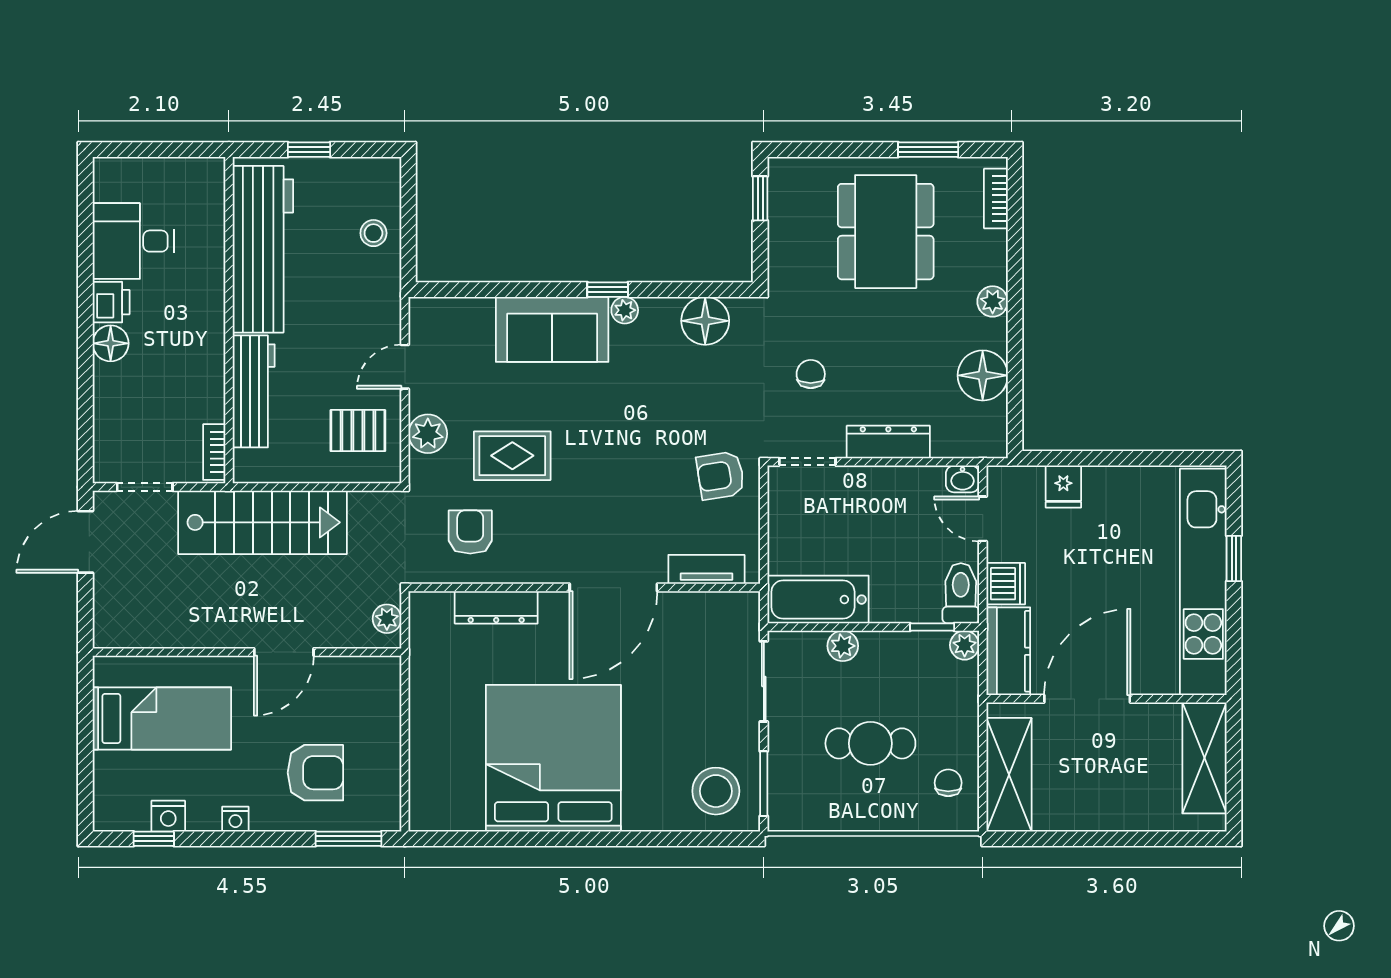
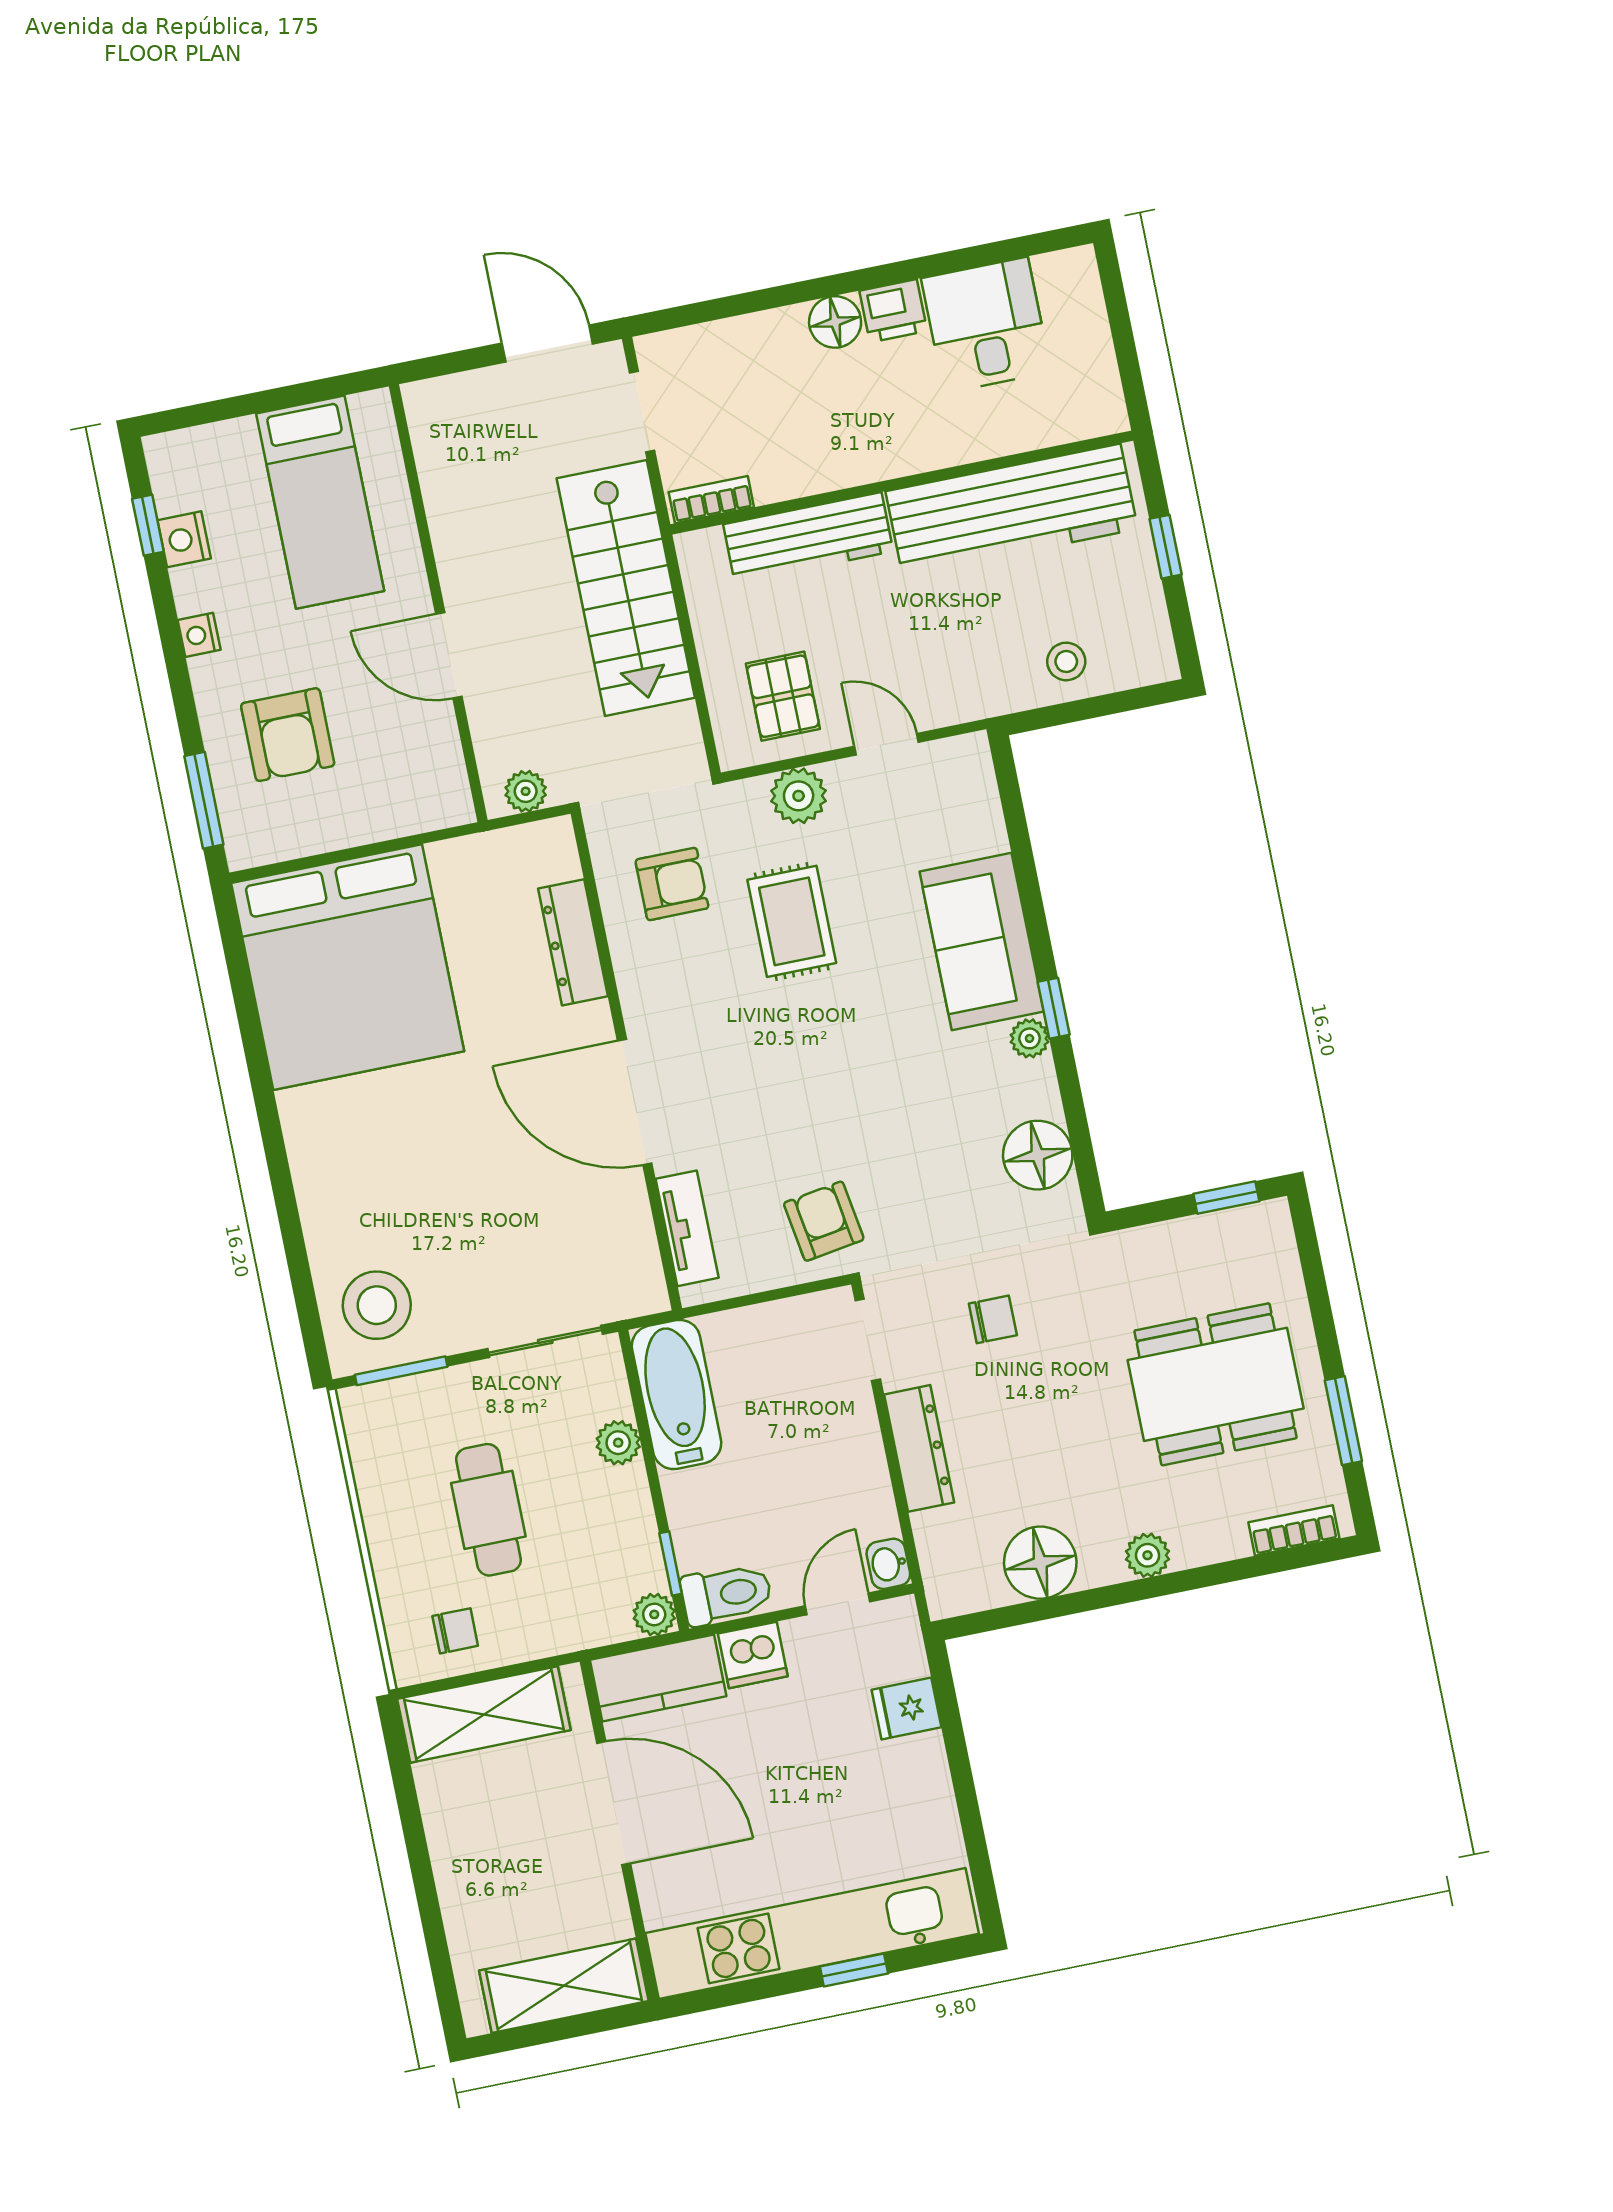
bed: (553, 758) -> (348, 967), moved, turned 90

